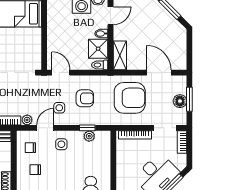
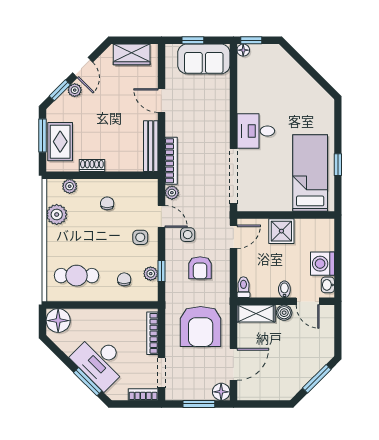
boiler: (119, 34) -> (284, 313), added
shower: (98, 49) -> (281, 231), moved
floor lamp: (180, 101) -> (221, 392), moved
chair: (30, 148) -> (124, 279), moved

